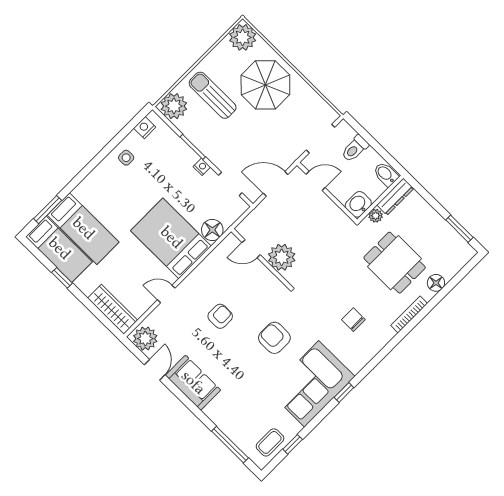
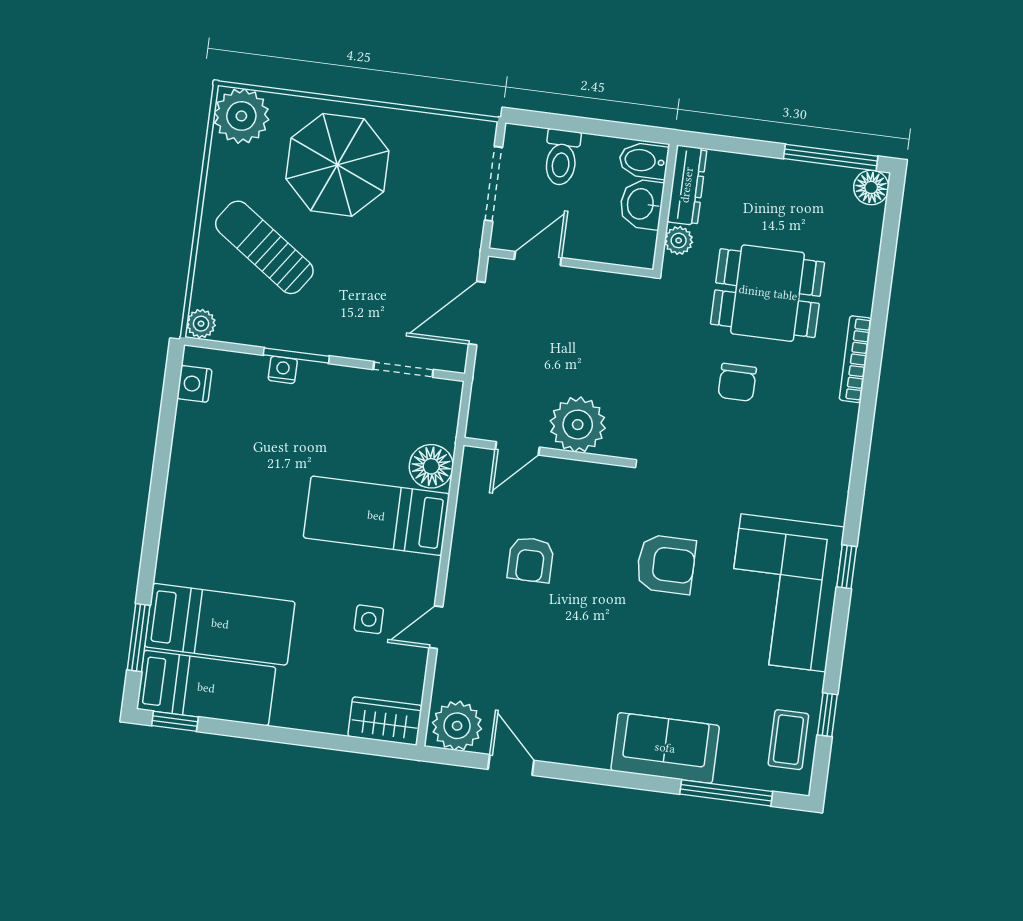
sun lounger: (213, 95) -> (264, 247), turned 35
plant: (174, 106) -> (201, 324), width x0.53, depth x0.53
side table: (126, 158) -> (369, 619), moved
nightstand: (202, 167) -> (283, 370), moved
washbasin: (358, 204) -> (641, 204), moved
window: (459, 229) -> (831, 157), width x1.44
bed: (171, 238) -> (376, 516), width x0.67
window: (62, 278) -> (175, 721), moved
floor lamp: (436, 283) -> (871, 187), moved
wardrobe: (113, 309) -> (385, 721), width x0.67
armchair: (220, 316) -> (531, 560), moved, turned 180
chair: (353, 320) -> (737, 382), moved, turned -90
armchair: (274, 338) -> (666, 564), turned 180
sofa: (193, 383) -> (665, 748), moved

